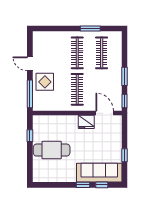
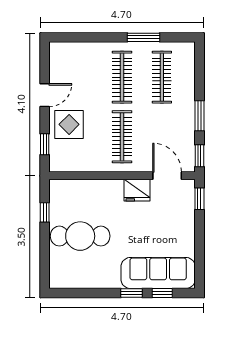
door: (30, 64) -> (45, 95), swing flipped
window: (30, 94) -> (45, 144), width x0.46
window: (125, 155) -> (199, 199), moved

